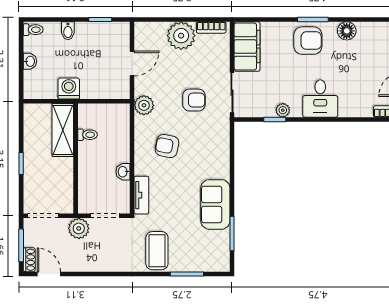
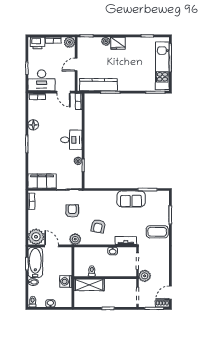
bathtub: (103, 34) -> (35, 262), added
plant: (181, 36) -> (36, 237), moved
armchair: (308, 41) -> (39, 147), removed

